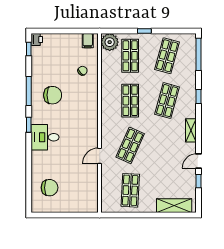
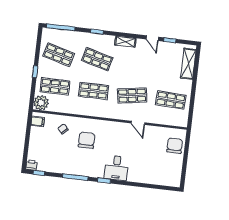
chair: (53, 95) -> (87, 140), moved
shop shelf: (130, 145) -> (132, 95), turned -33
chair: (50, 188) -> (175, 146), moved

